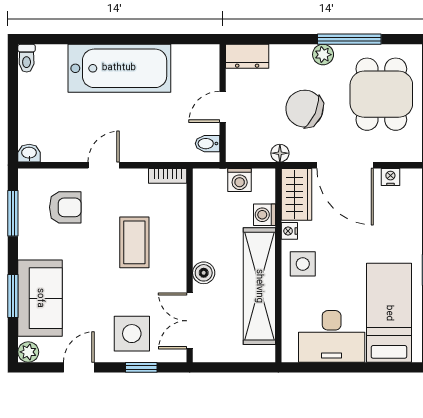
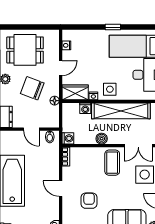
chair: (305, 109) -> (32, 88), turned 87
door: (345, 165) -> (61, 68), width x0.53
washing machine: (240, 180) -> (68, 138), moved
armchair: (65, 207) -> (89, 201), moved
coffee table: (134, 242) -> (112, 163), moved, turned 90
boiler: (204, 273) -> (102, 139), moved

